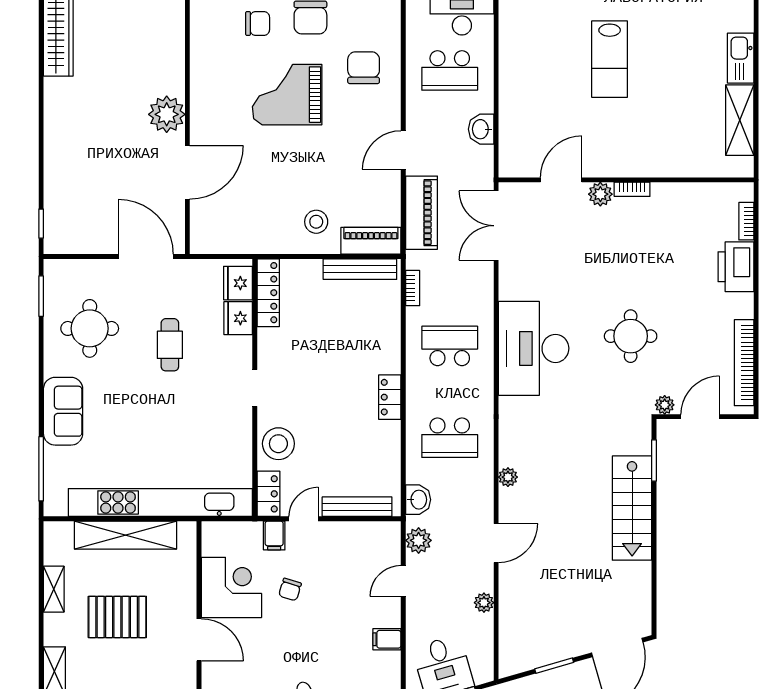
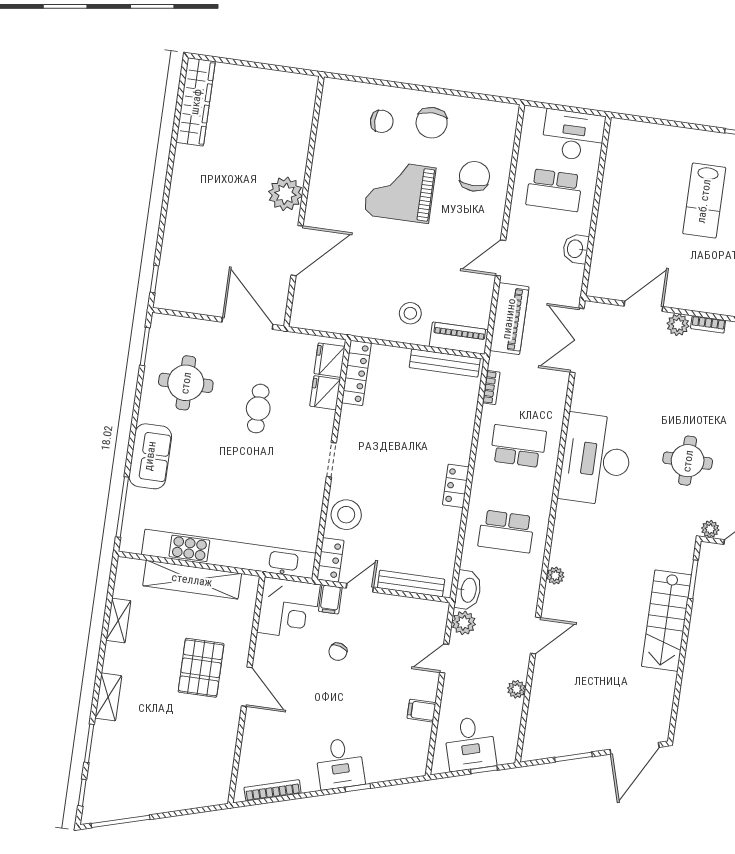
washbasin: (418, 500) -> (468, 590), width x1.38
corner desk: (231, 587) -> (288, 608), moved, turned 90
pallet: (117, 617) -> (201, 668), moved, turned 90

